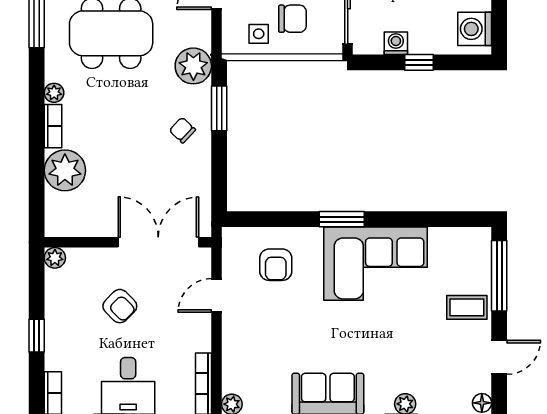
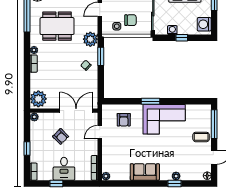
plant: (65, 170) -> (38, 99), moved

